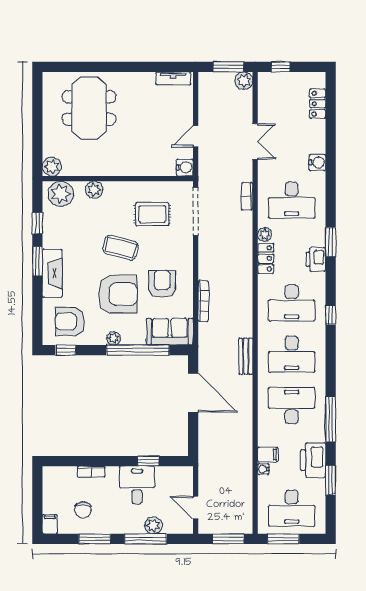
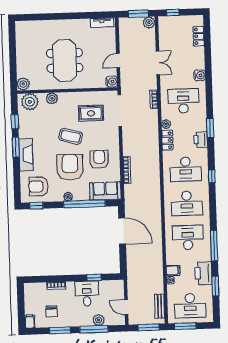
meeting table: (89, 108) -> (65, 60), moved
desk: (292, 200) -> (183, 101), turned 180
armchair: (118, 294) -> (70, 167), turned -90
bench: (246, 356) -> (160, 306), moved

